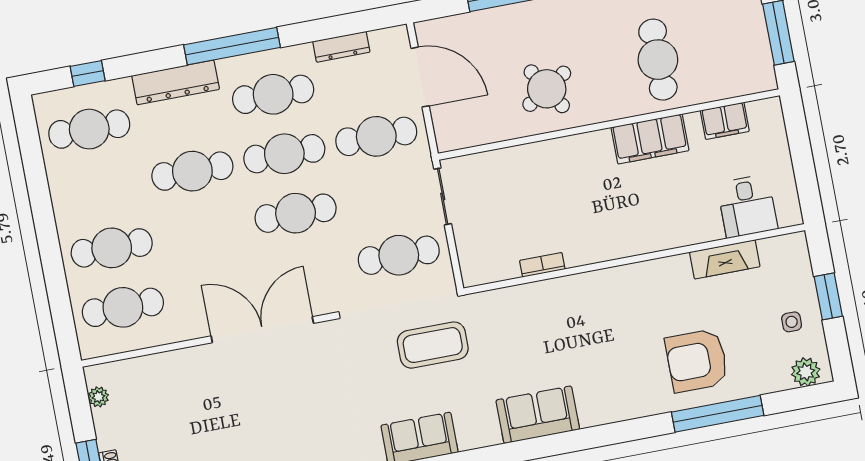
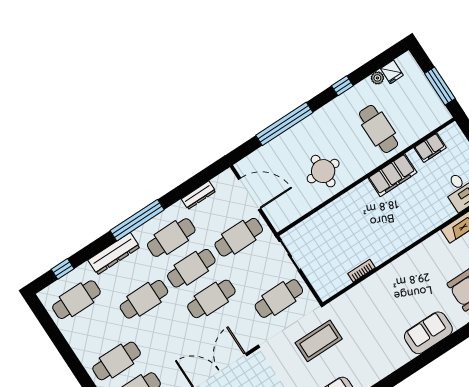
round table: (547, 89) -> (323, 171), turned 32
sofa: (538, 415) -> (428, 333), moved

